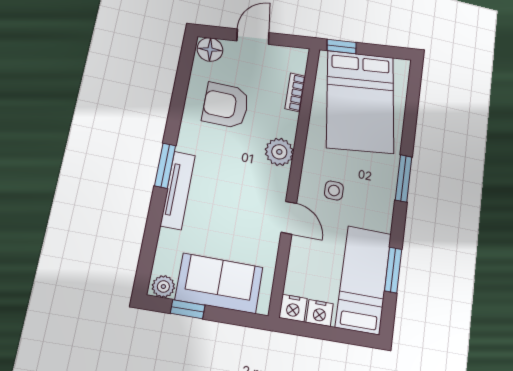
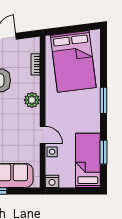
window: (342, 46) -> (58, 31), removed
side table: (334, 191) -> (52, 152), moved
nightstand: (320, 313) -> (66, 182), removed

